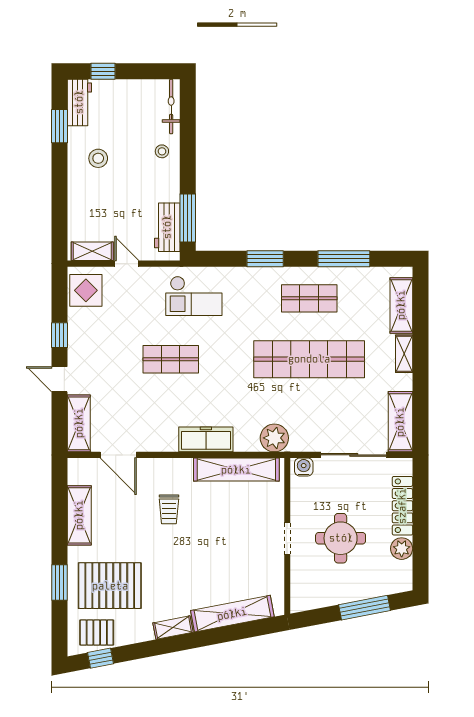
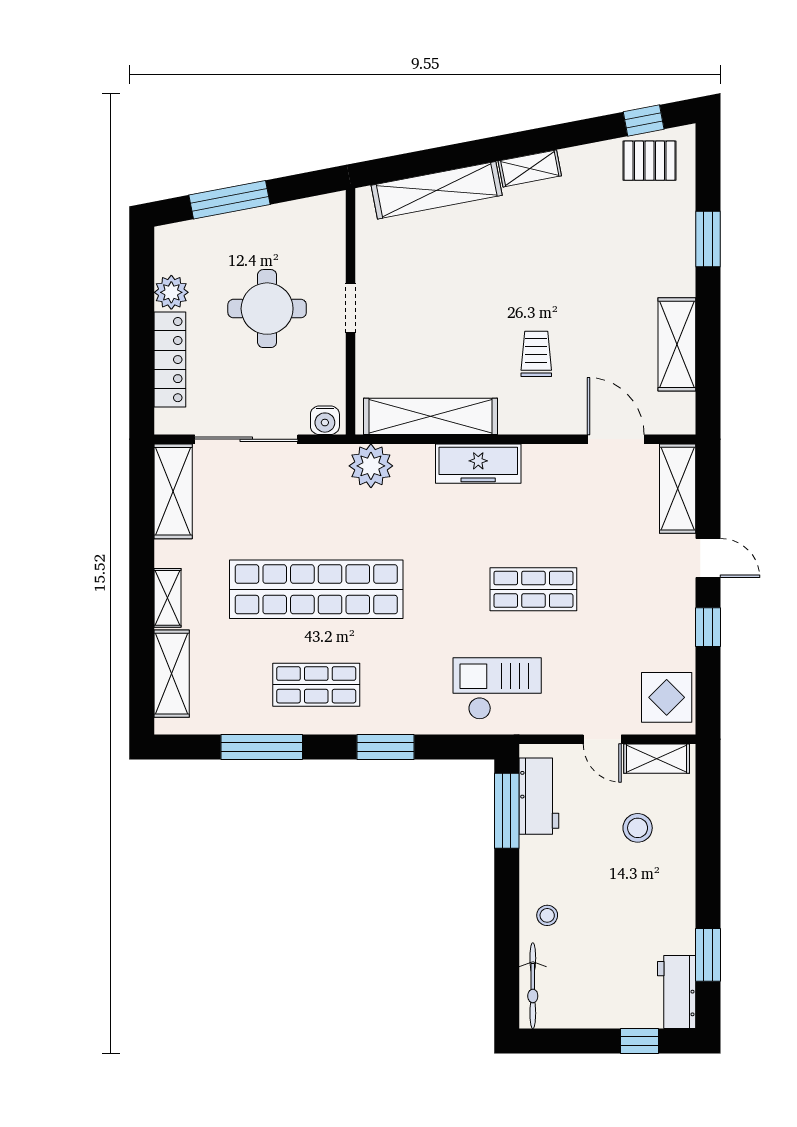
stool: (98, 158) -> (638, 828), moved
pallet: (110, 586) -> (629, 234), removed

